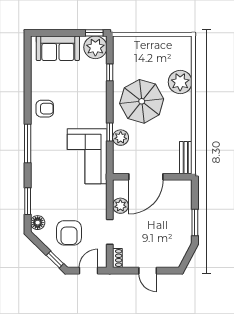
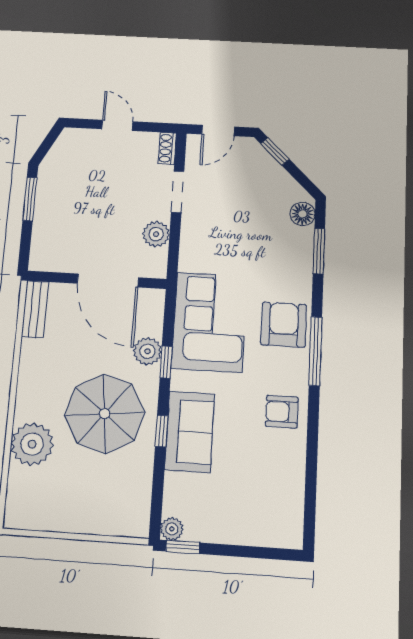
plant: (95, 47) -> (172, 529), width x0.53, depth x0.53
sofa: (58, 48) -> (190, 432), moved, turned 90
window: (110, 72) -> (162, 431), moved
door: (146, 177) -> (108, 281), swing flipped
armchair: (69, 233) -> (284, 325), moved

